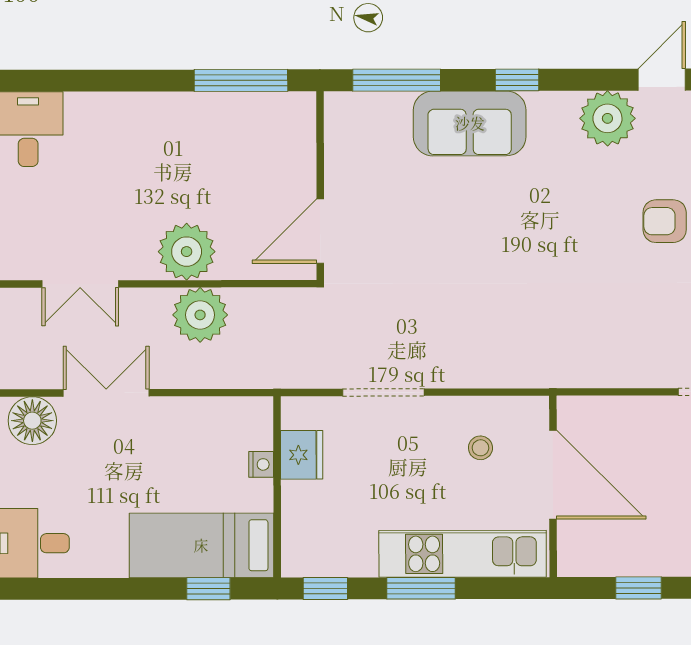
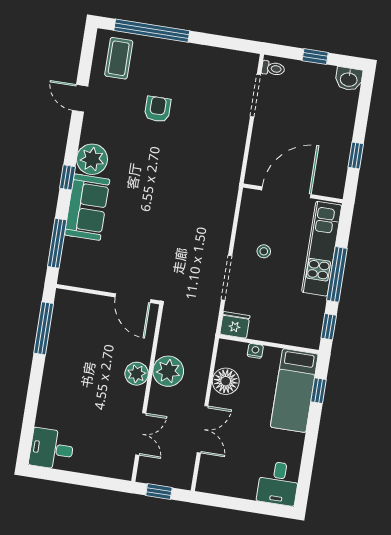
plant: (607, 118) -> (92, 159), moved
armchair: (665, 221) -> (158, 109), turned 180
plant: (187, 252) -> (137, 374), width x0.73, depth x0.73
double door: (106, 393) -> (203, 429), swing flipped
floor lamp: (32, 421) -> (226, 381), moved
stool: (480, 448) -> (264, 251), moved
fridge: (302, 455) -> (235, 325), moved
window: (421, 588) -> (337, 274), width x1.44

